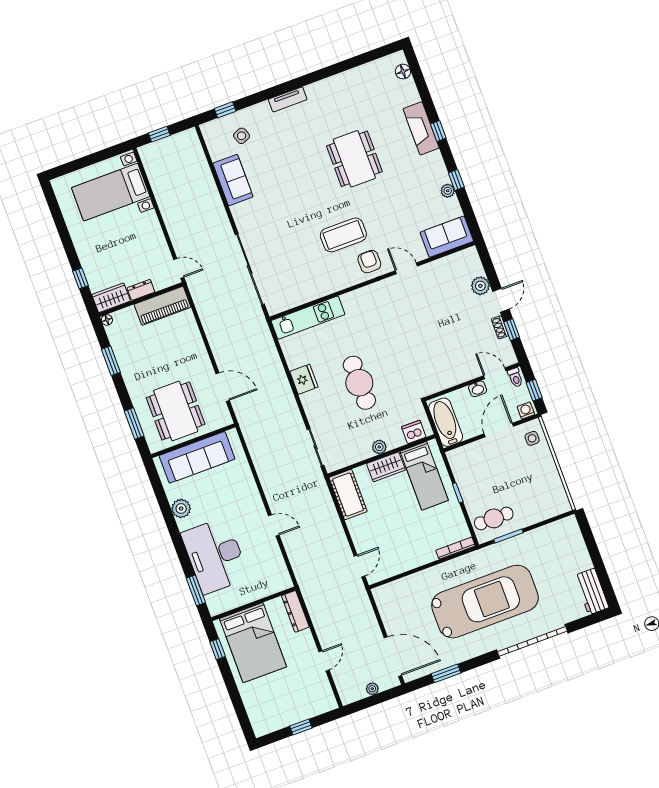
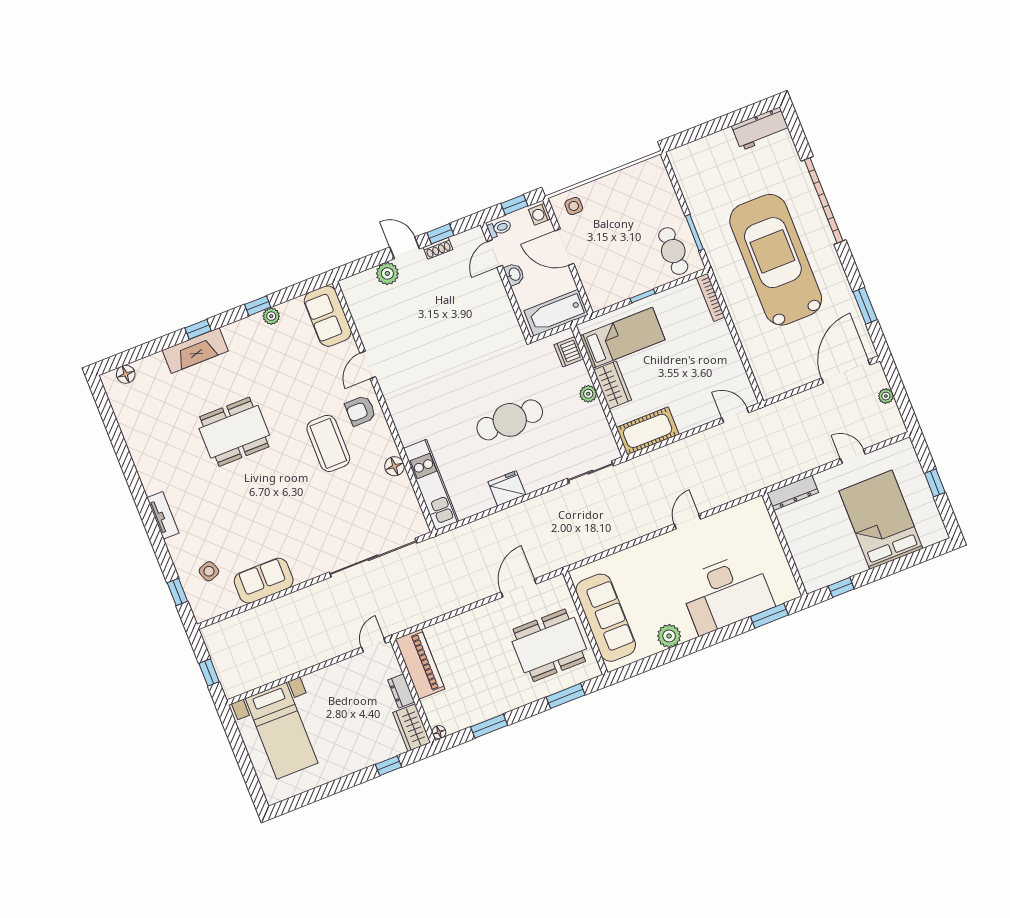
floor lamp: (324, 288) -> (395, 466), added
bed: (253, 643) -> (881, 520), moved, turned -90

